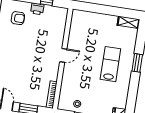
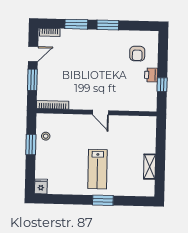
shelving: (128, 22) -> (150, 167), moved
lab bench: (110, 64) -> (97, 169), turned 90

